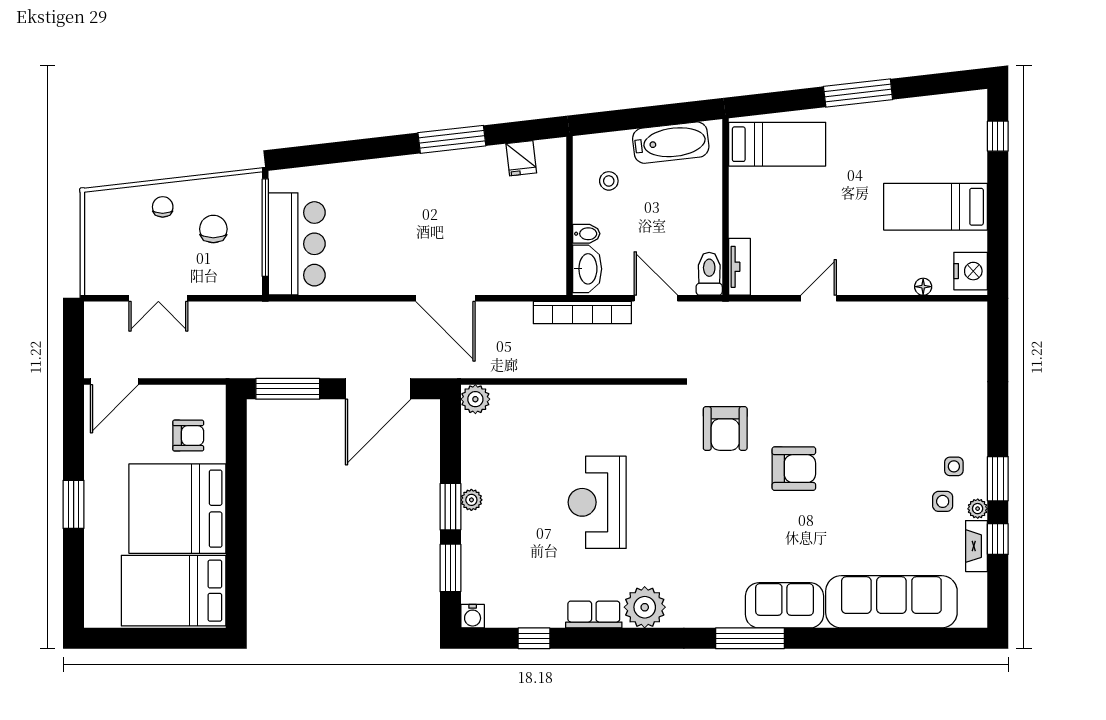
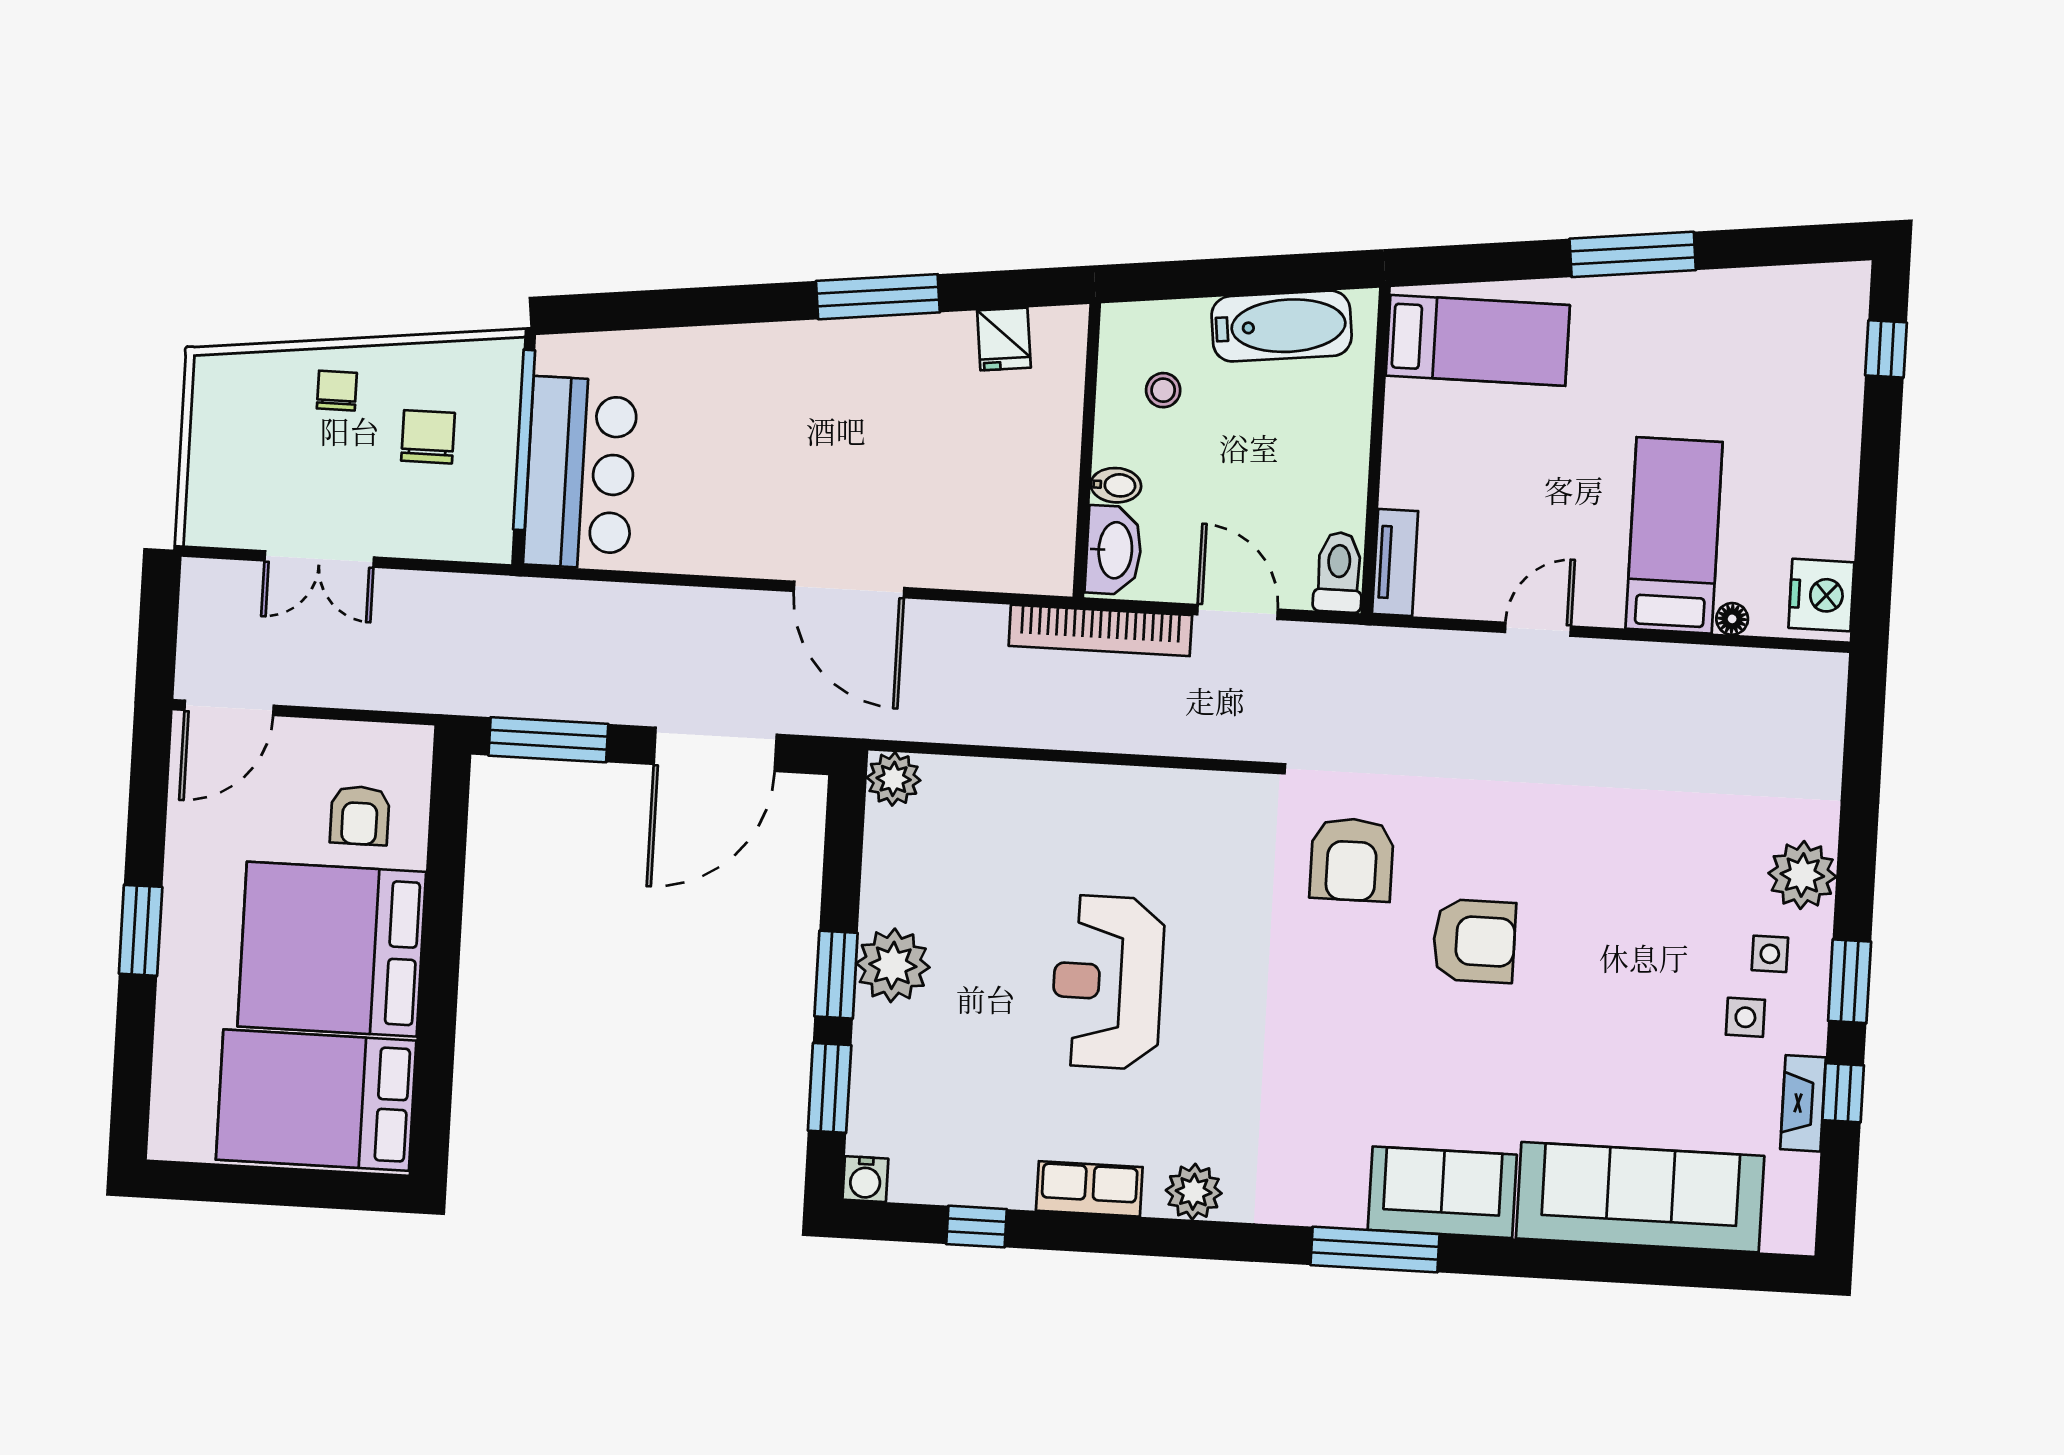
bed: (936, 207) -> (1674, 535), moved, turned 90
armchair: (188, 436) -> (360, 815), turned 90
plant: (471, 500) -> (893, 965), width x1.87, depth x1.87
plant: (978, 509) -> (1802, 875), moved, width x1.88, depth x1.88
plant: (645, 607) -> (1194, 1192), width x0.73, depth x0.73

